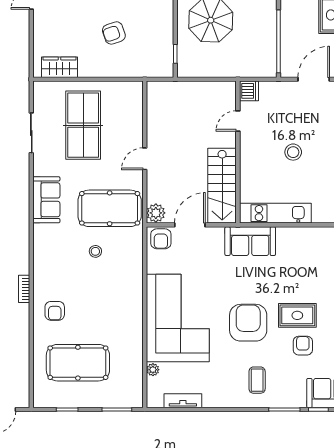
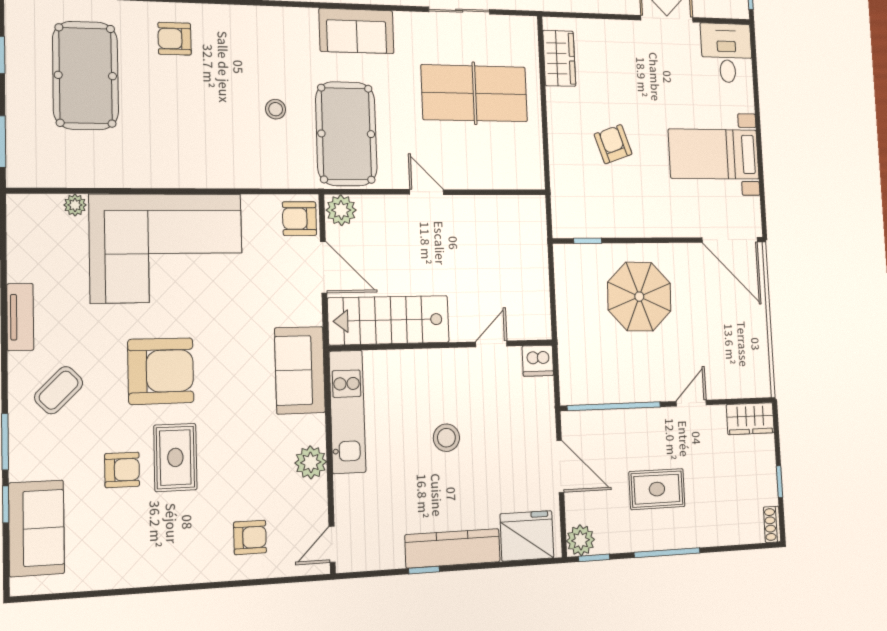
door: (238, 121) -> (491, 344), hinge flipped
plant: (304, 236) -> (311, 462), added
coffee table: (257, 380) -> (59, 390), turned -44
tv unit: (183, 401) -> (20, 317), moved

